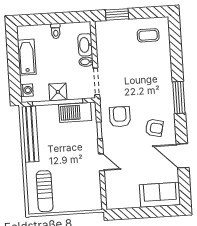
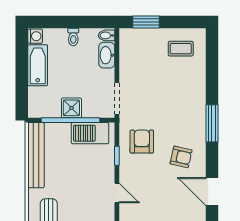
bidet: (86, 62) -> (107, 35), moved
washing machine: (27, 90) -> (35, 36), moved

